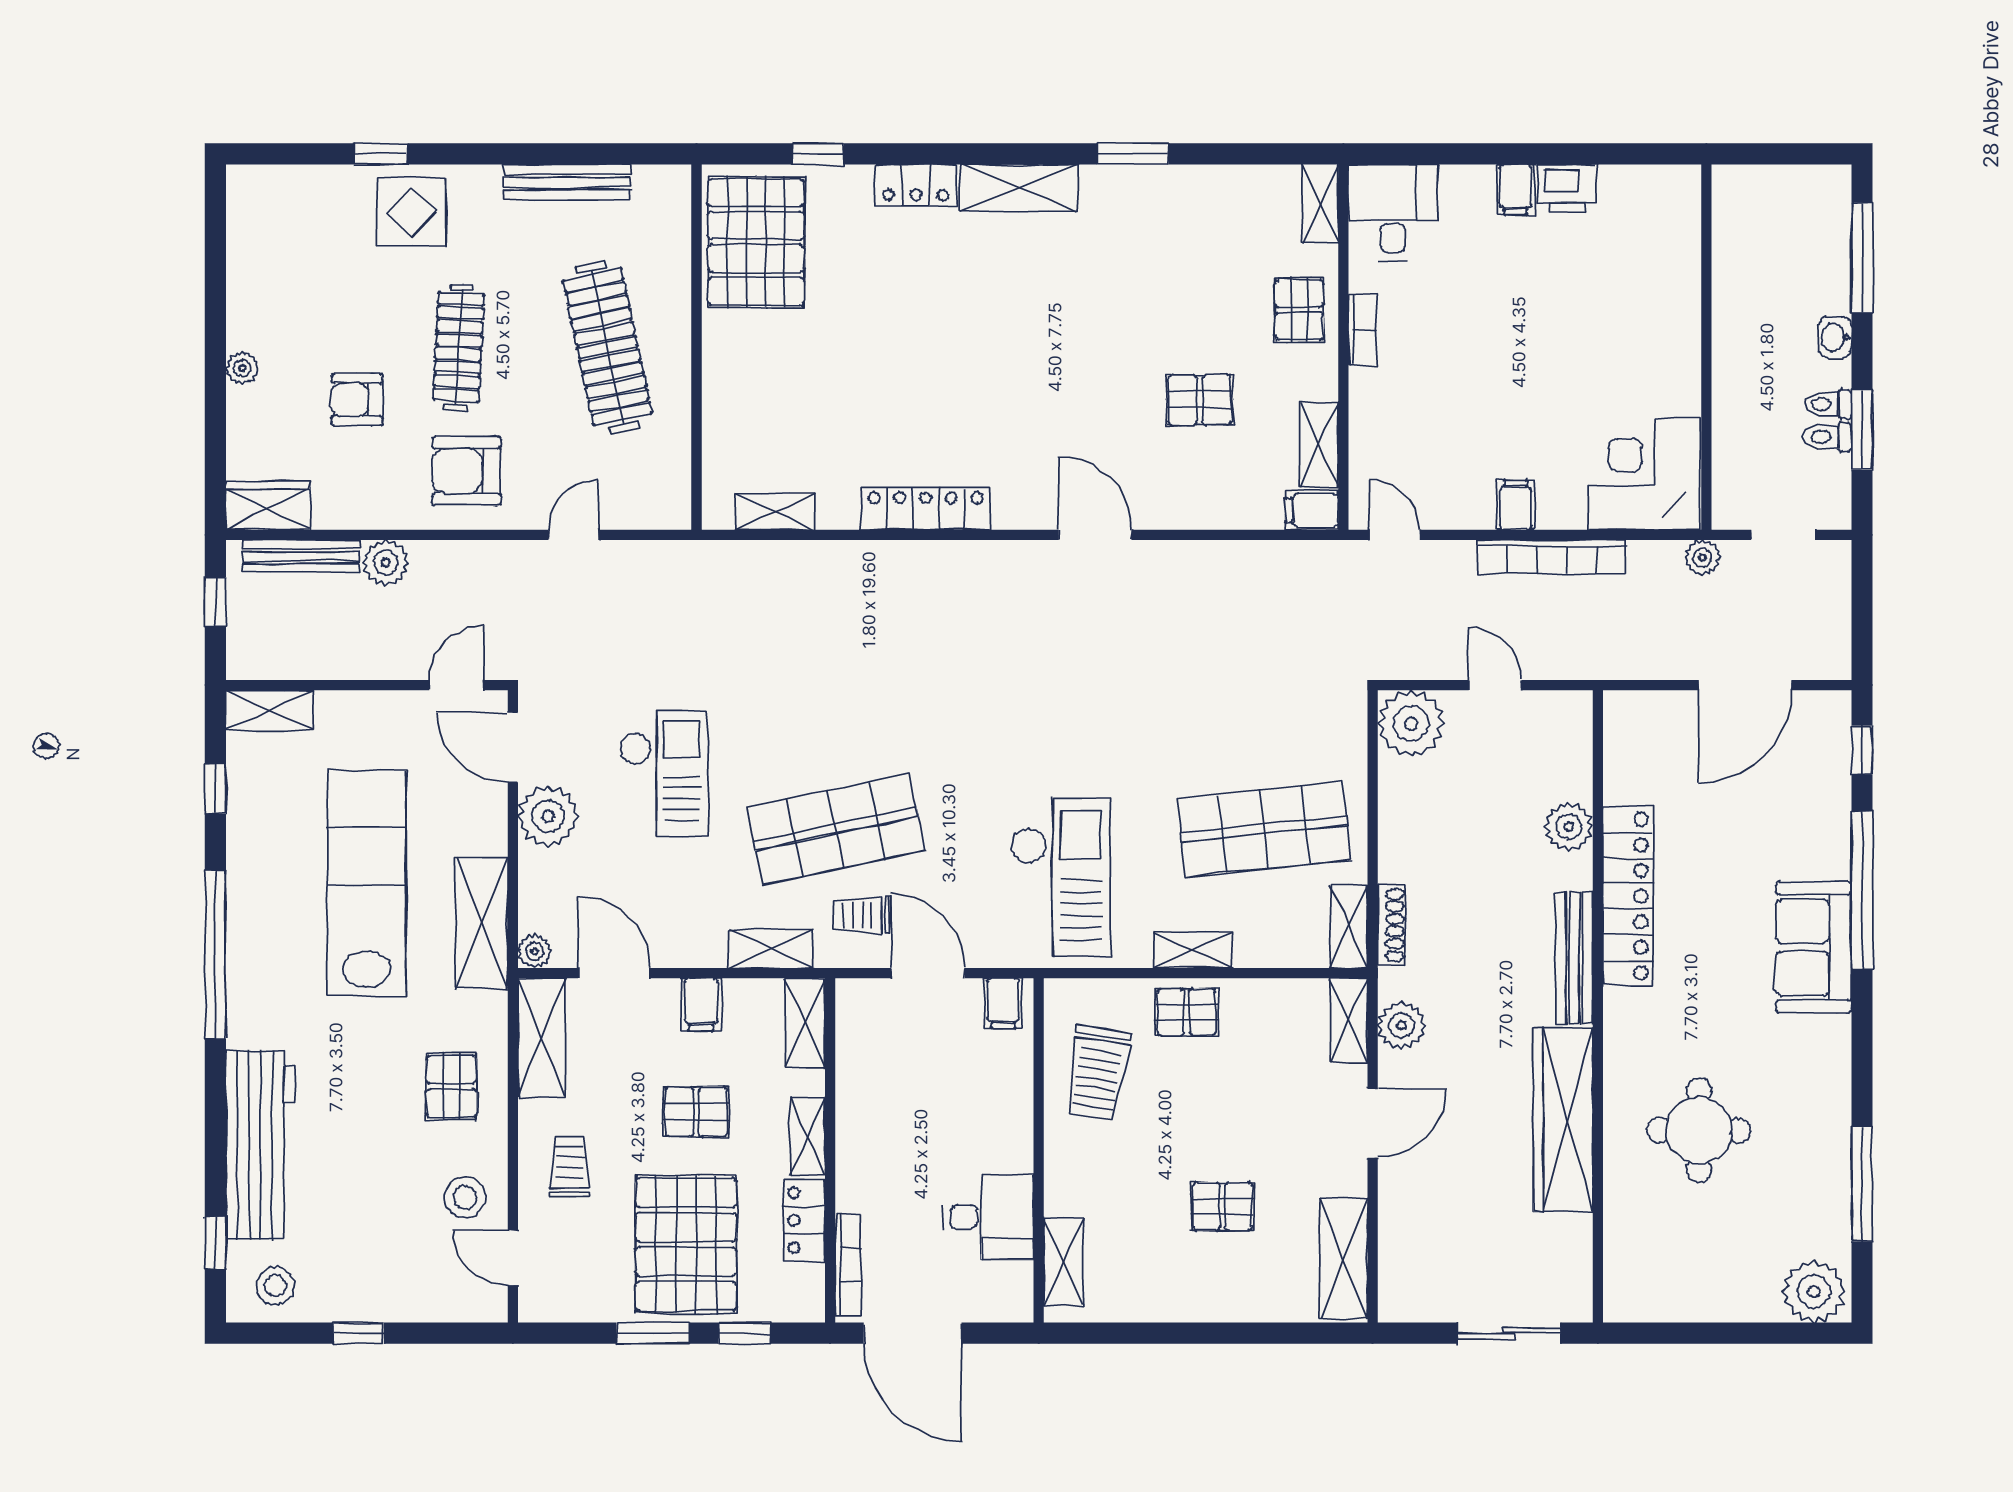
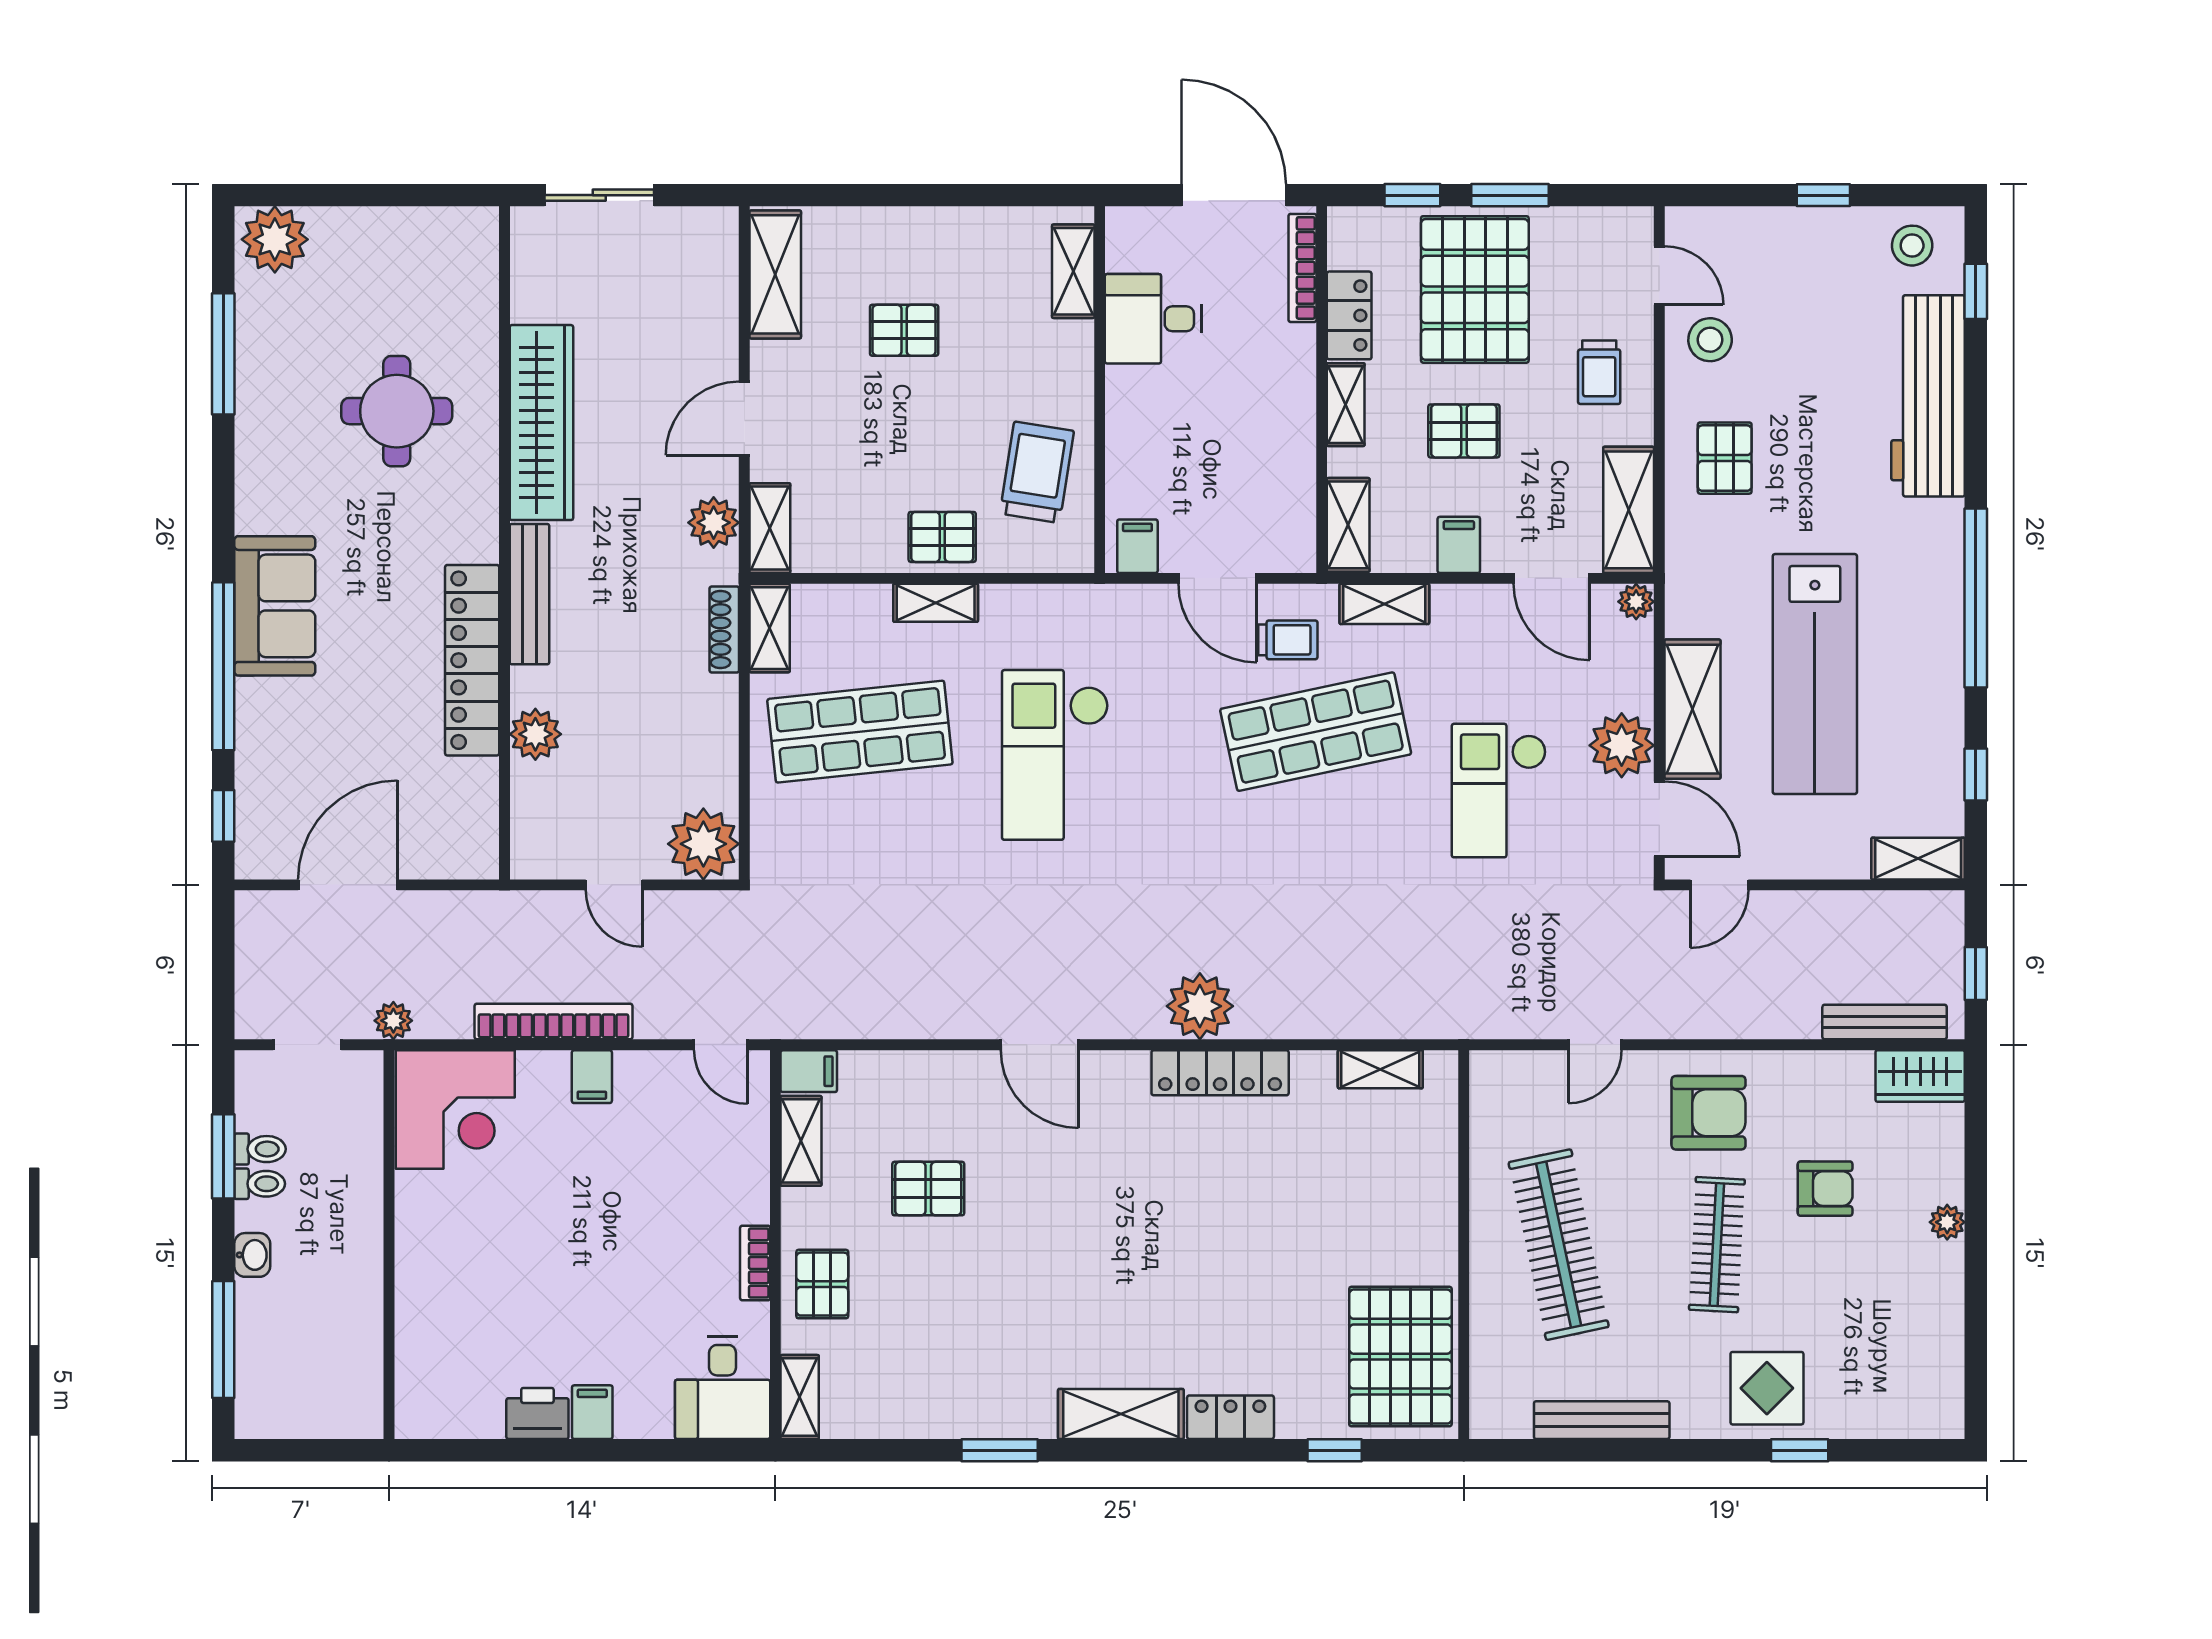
plant: (386, 563) -> (1200, 1006), moved, width x1.36, depth x1.36
checkout: (1060, 878) -> (1055, 755), moved
shelving: (482, 923) -> (1692, 709), moved

